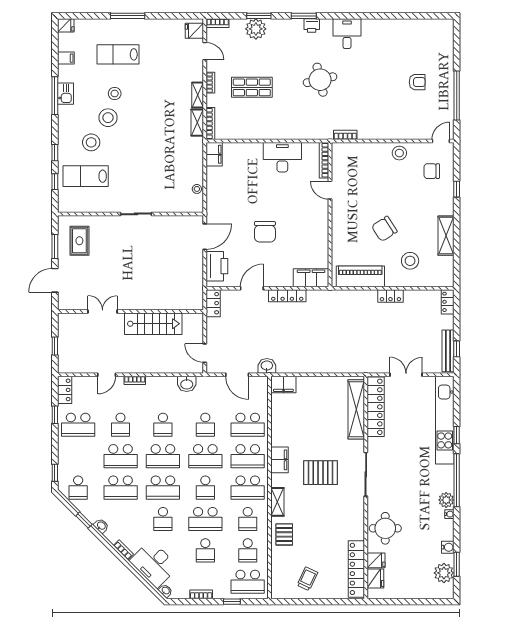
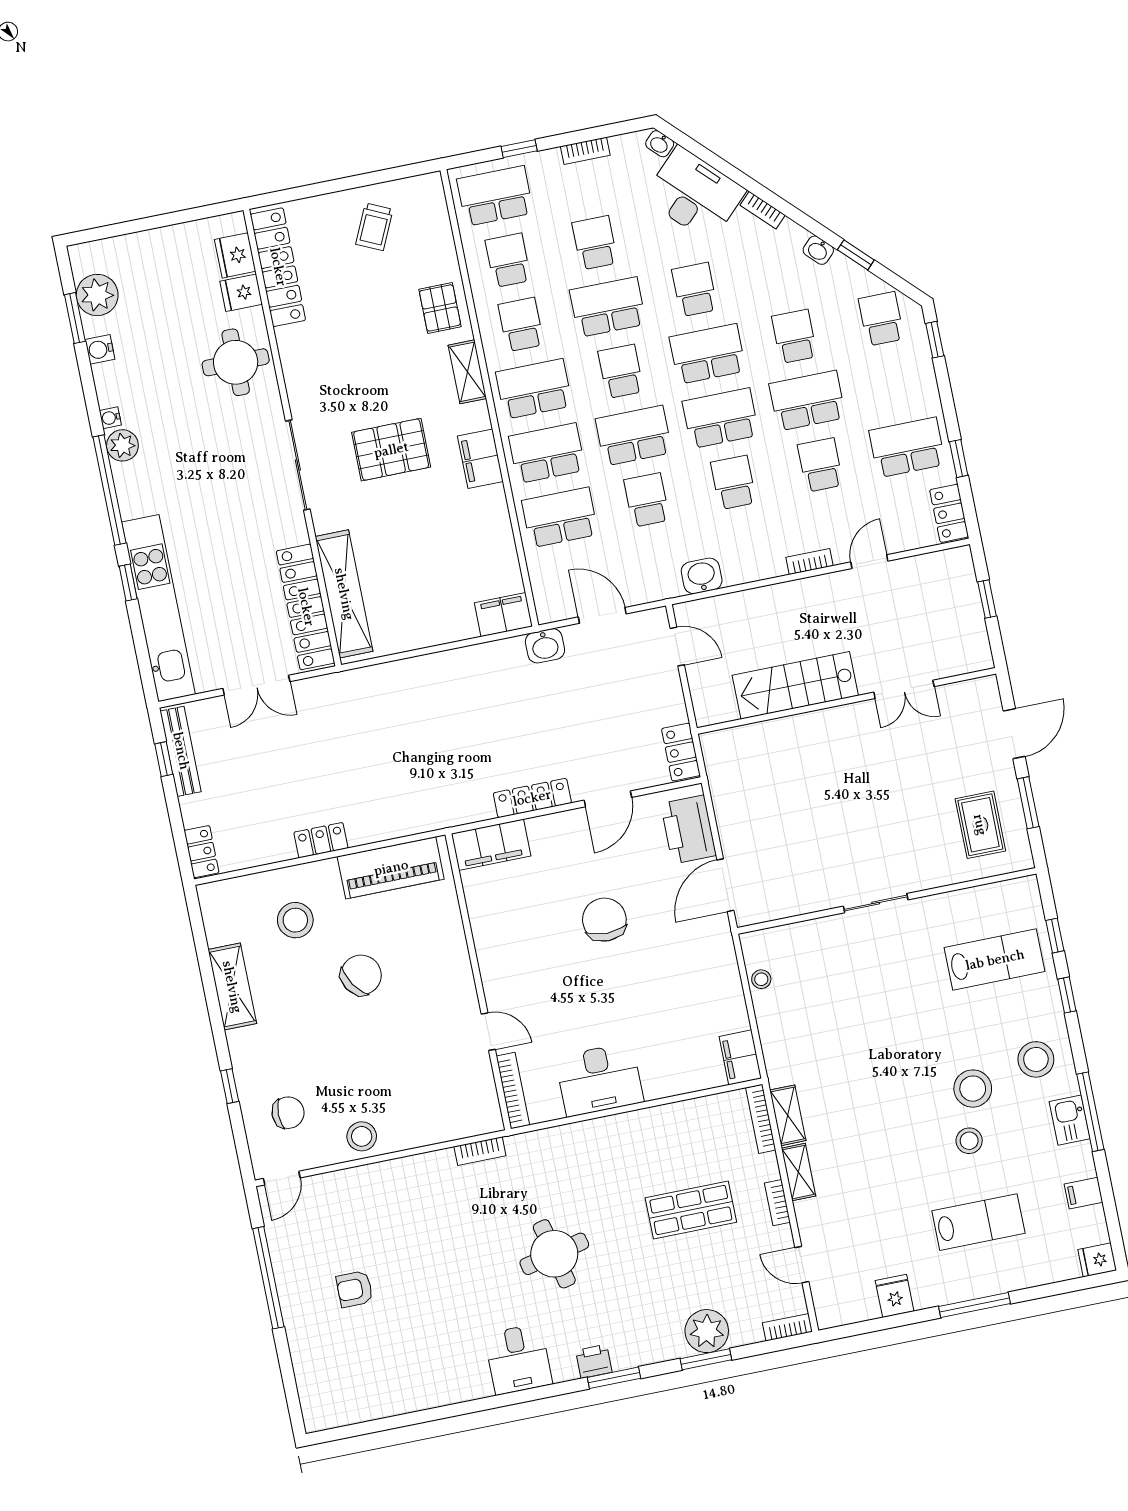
fridge: (194, 31) -> (895, 1296), moved, turned -90
stool: (91, 142) -> (1036, 1059), moved
school desk: (121, 488) -> (794, 336), width x0.54

